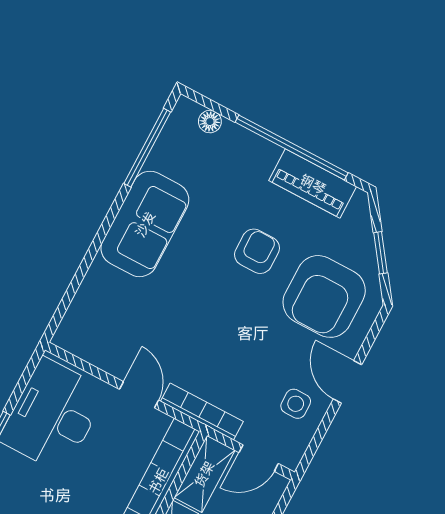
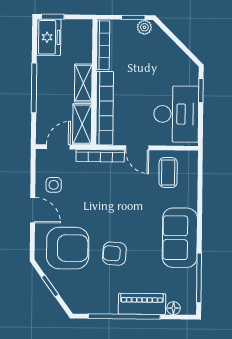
piano: (313, 184) -> (142, 304), moved
armchair: (257, 251) -> (114, 254), turned 94
armchair: (324, 296) -> (68, 248), turned 90
coffee table: (111, 333) -> (168, 172), added

